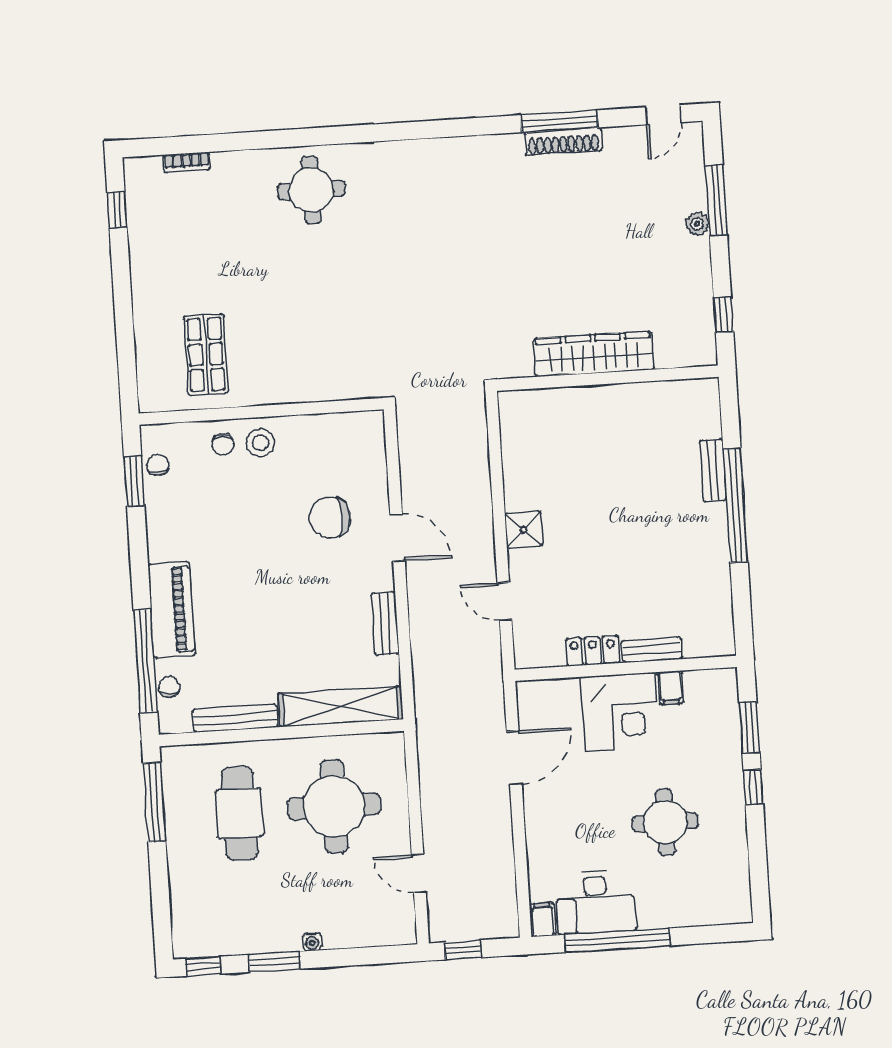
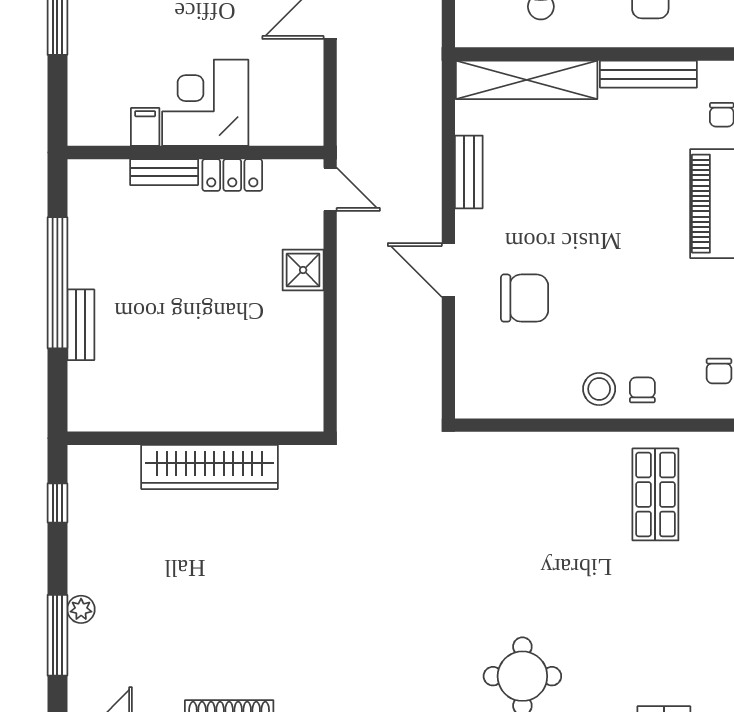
bench: (652, 650) -> (164, 172), moved
locker: (593, 651) -> (232, 175), moved
wall: (626, 668) -> (195, 153), moved
filing cabinet: (671, 688) -> (145, 127), moved
corner desk: (620, 712) -> (205, 103), moved

